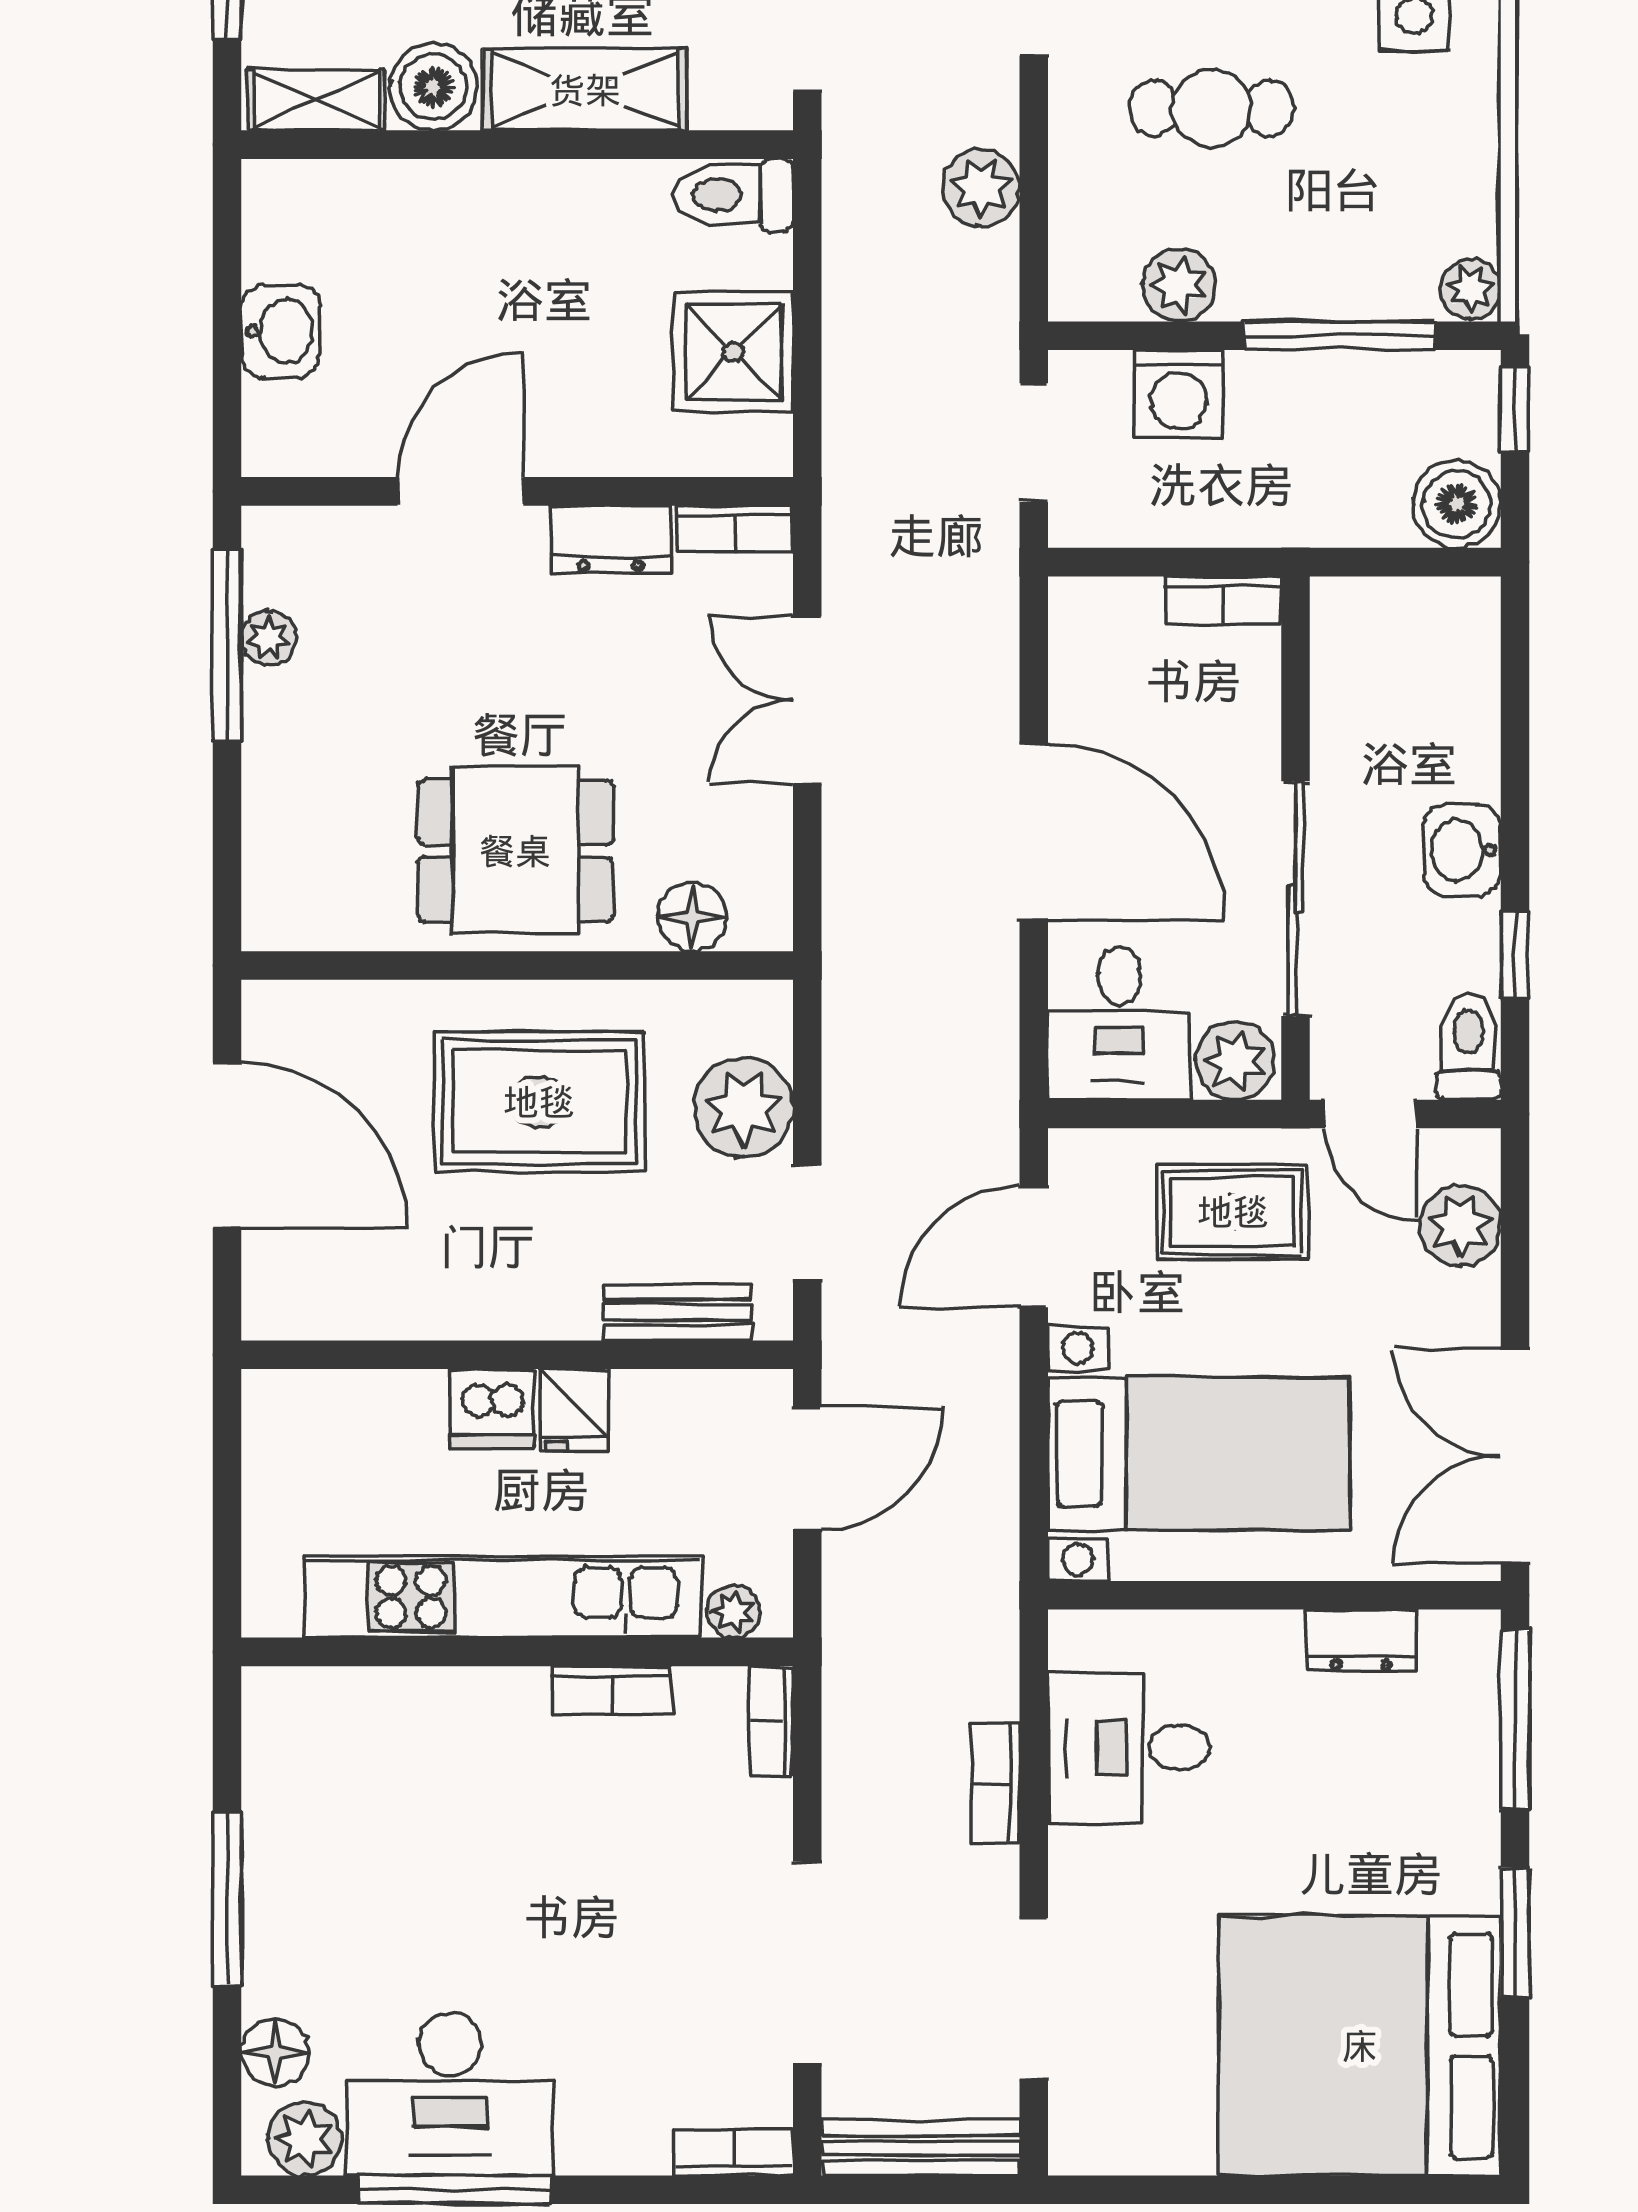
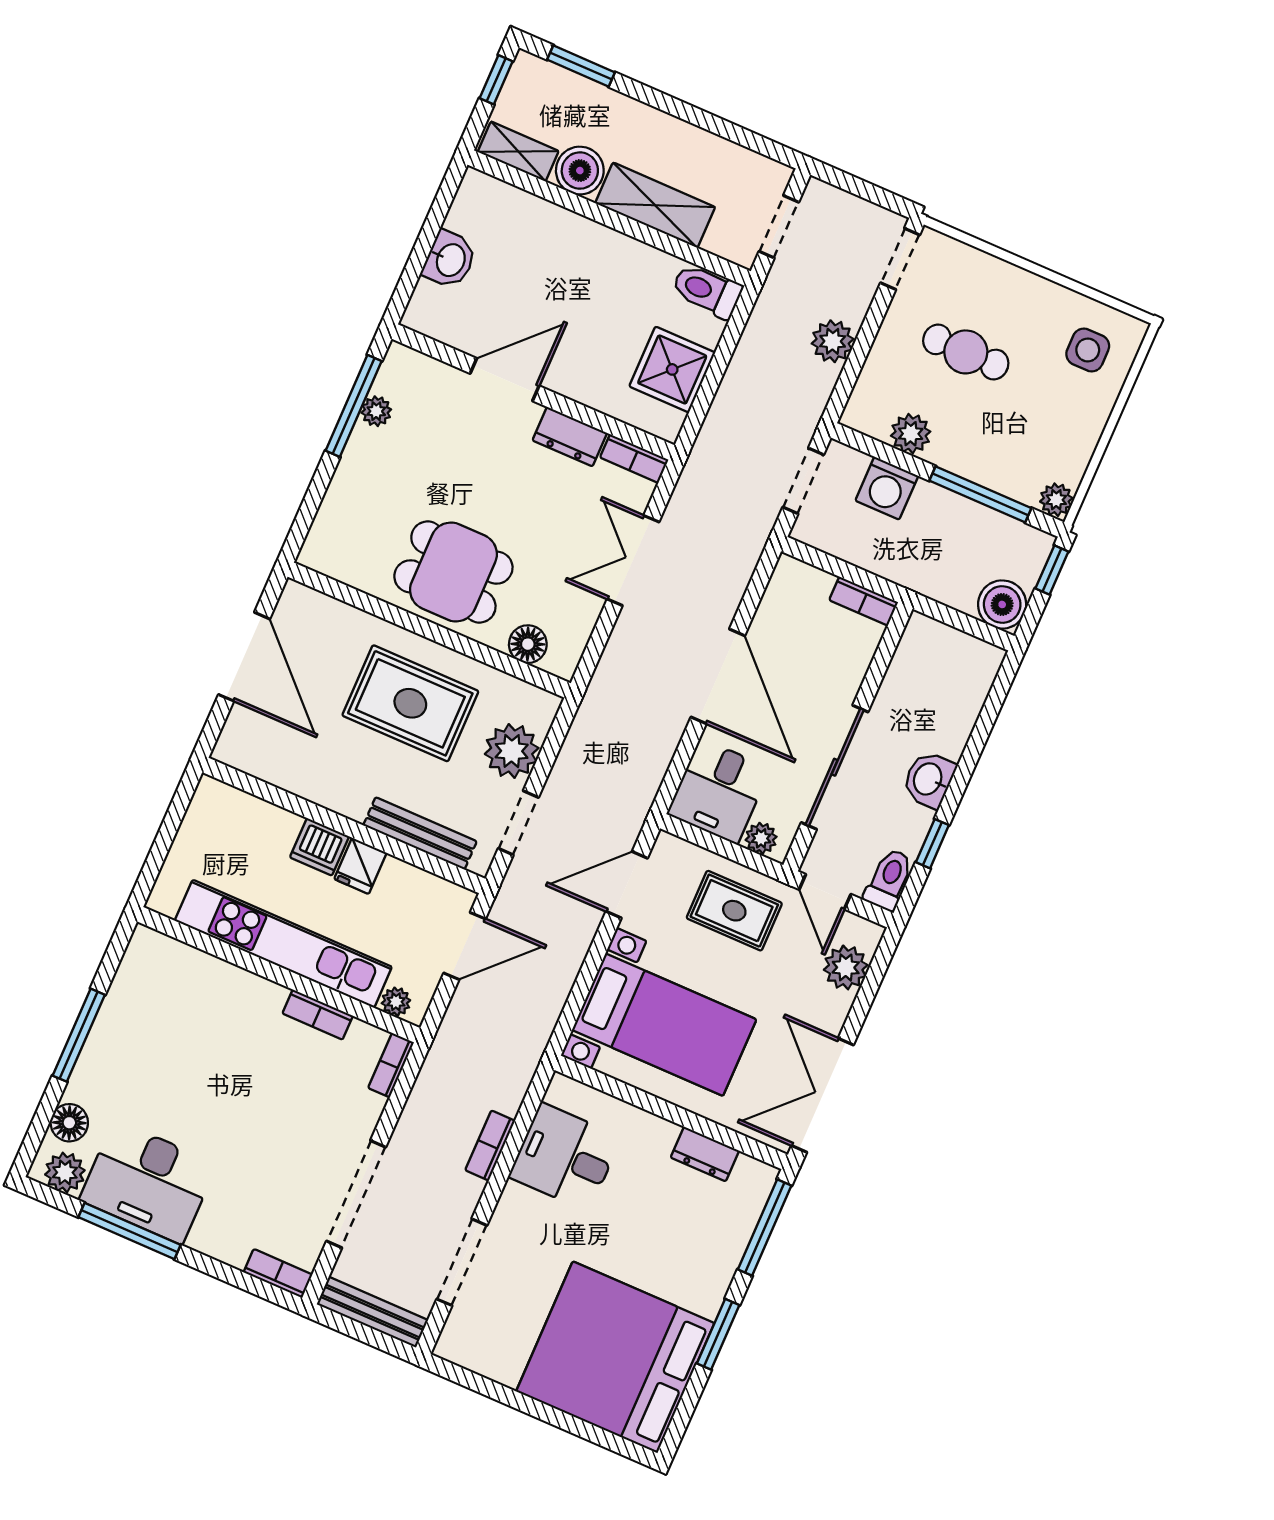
plant: (1235, 1060) -> (761, 838), width x0.73, depth x0.73
bench: (677, 1312) -> (420, 833), width x1.36

